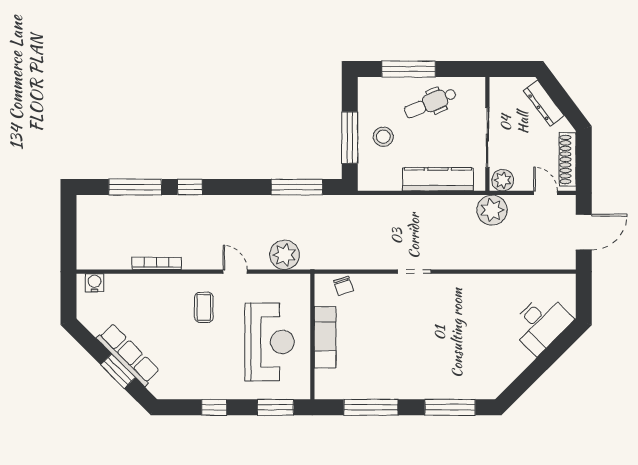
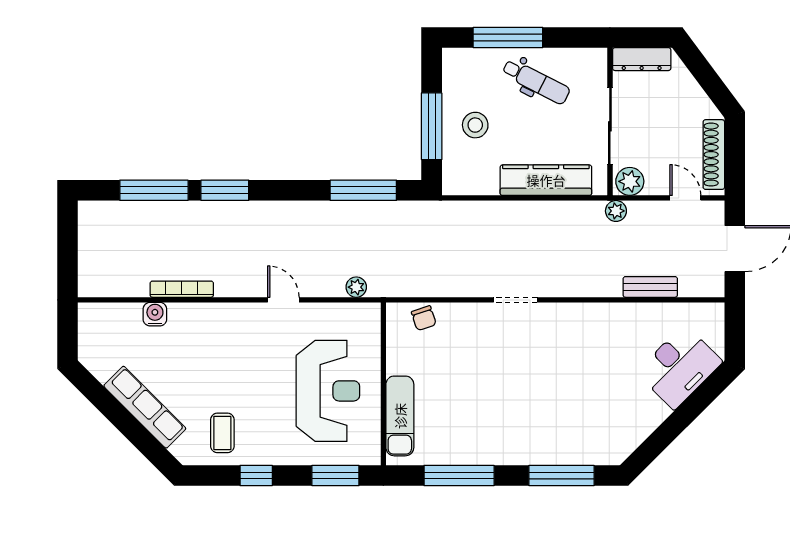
dental chair: (430, 103) -> (536, 82), turned -130
dresser: (544, 103) -> (642, 59), moved, turned -53
window: (190, 187) -> (225, 190), width x1.50
plant: (492, 210) -> (616, 211), width x0.53, depth x0.53
plant: (285, 255) -> (356, 287), width x0.53, depth x0.53
bench: (518, 262) -> (650, 287), added
water cooler: (95, 283) -> (155, 314), moved
coffee table: (204, 307) -> (222, 433), moved
exam couch: (325, 337) -> (400, 416), moved
window: (118, 371) -> (132, 429), removed

